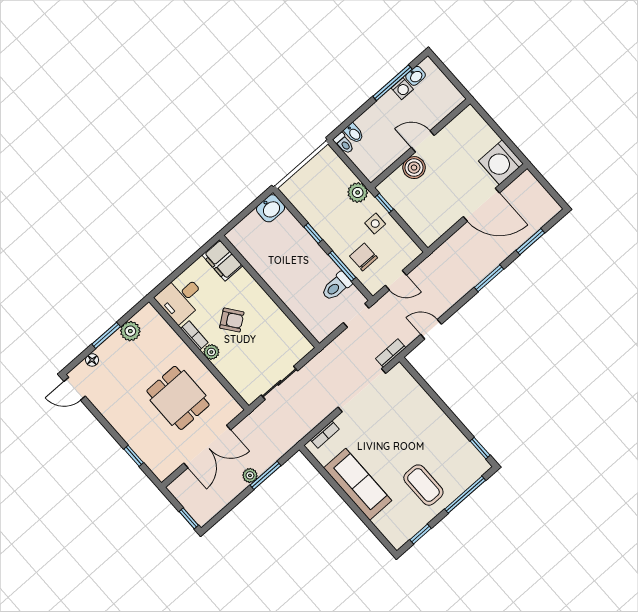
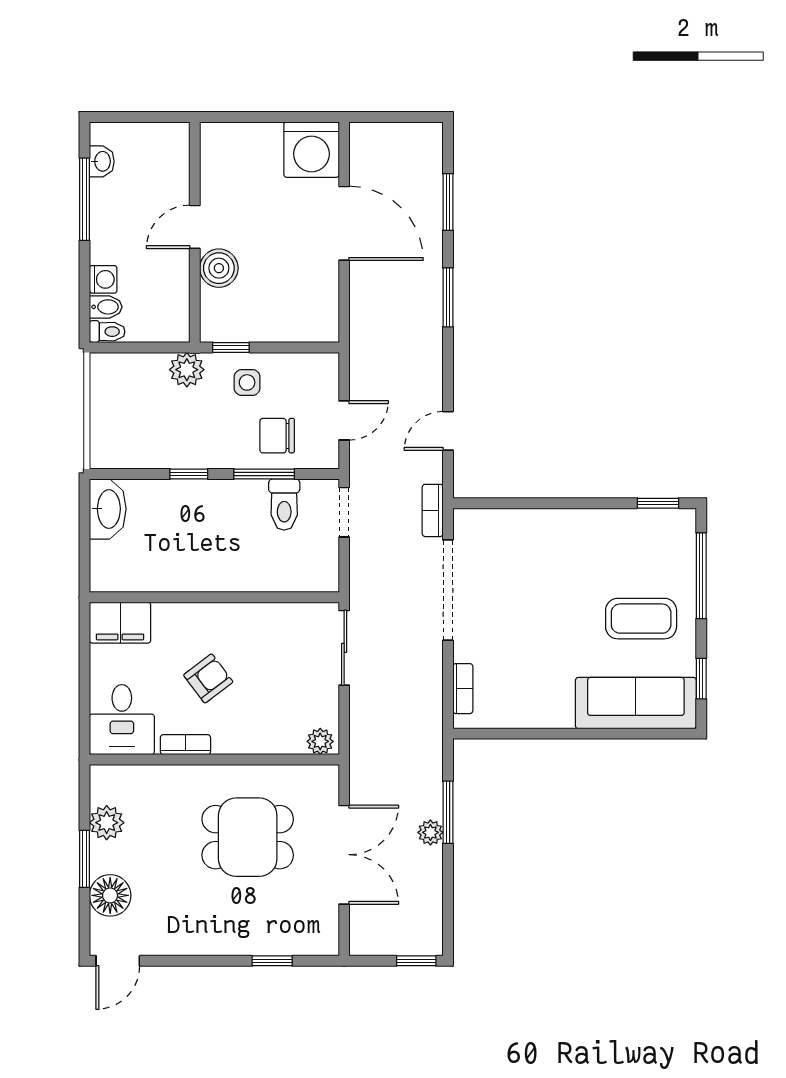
washing machine: (402, 89) -> (103, 279), moved
door: (481, 205) -> (344, 223), hinge flipped
washbasin: (271, 208) -> (108, 509), width x1.38
plant: (211, 352) -> (320, 741), moved
floor lamp: (92, 360) -> (110, 895), width x1.89, depth x1.89
sliding door: (279, 383) -> (344, 648), moved
sofa: (358, 484) -> (636, 703), moved

